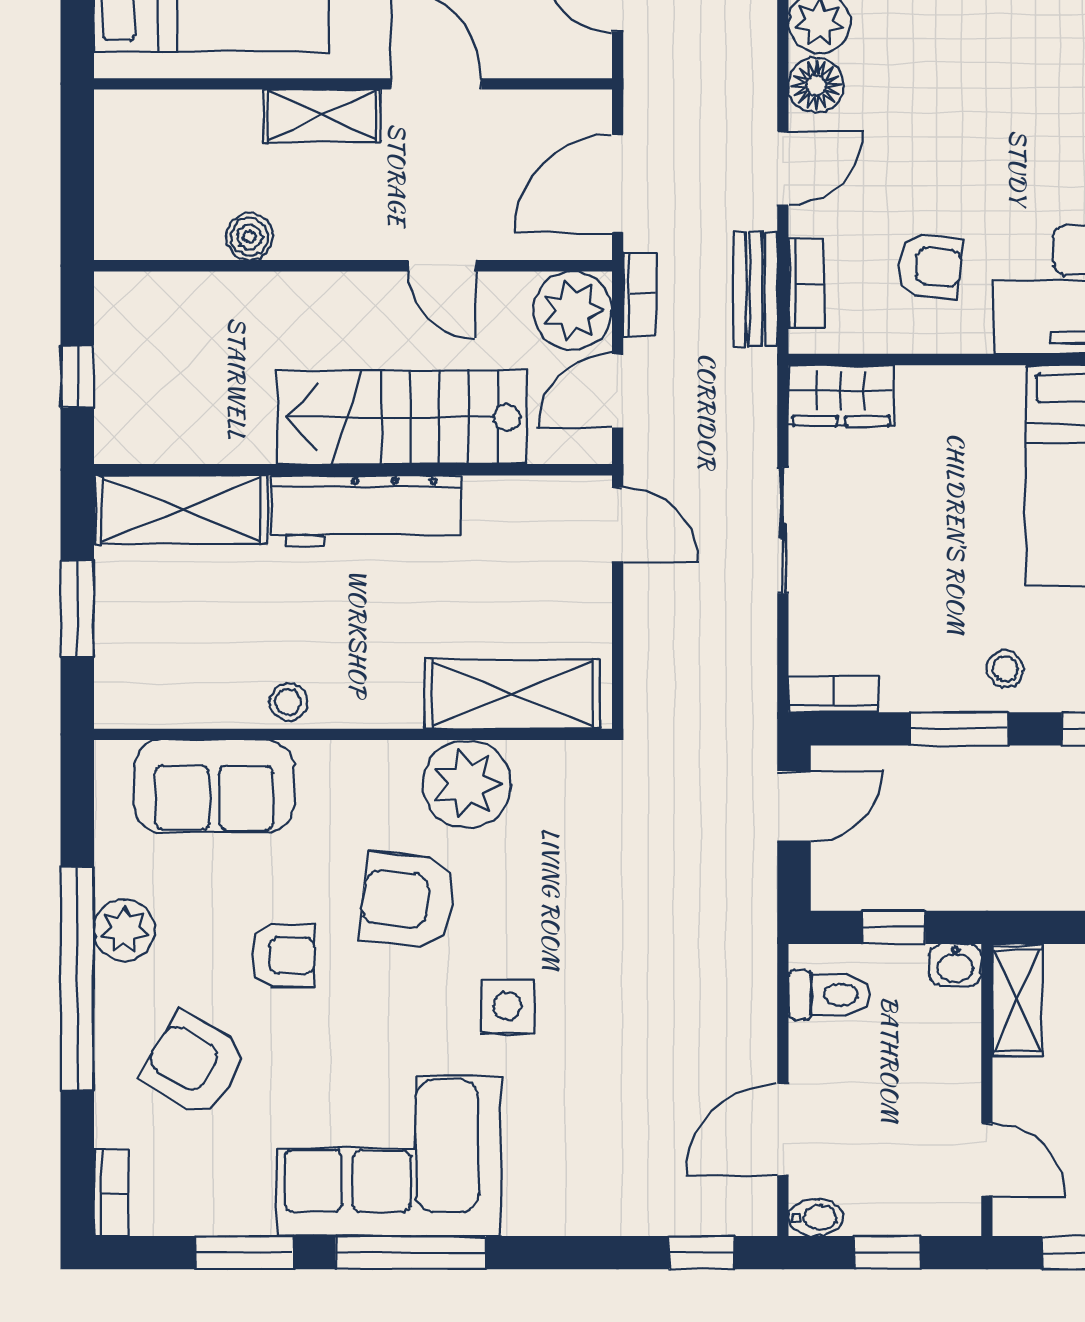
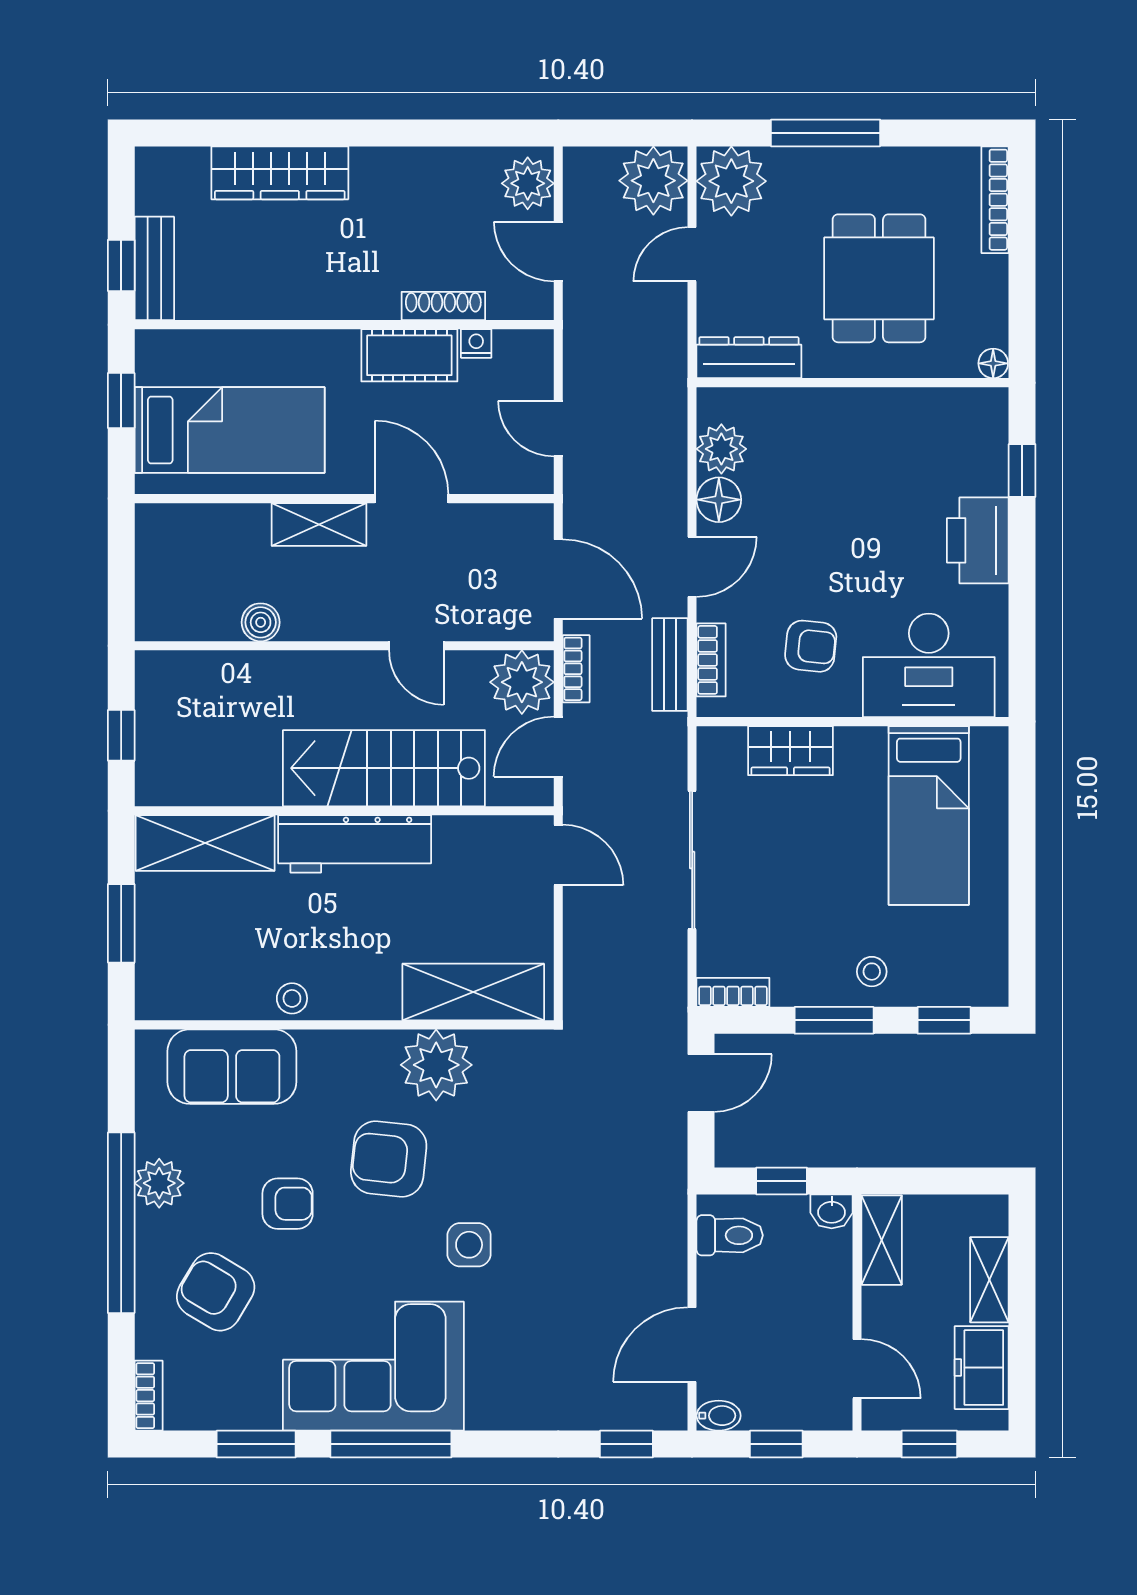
door: (618, 183) -> (558, 579), swing flipped
wardrobe: (841, 395) -> (790, 751), moved
sliding door: (783, 531) -> (692, 860), width x1.37

